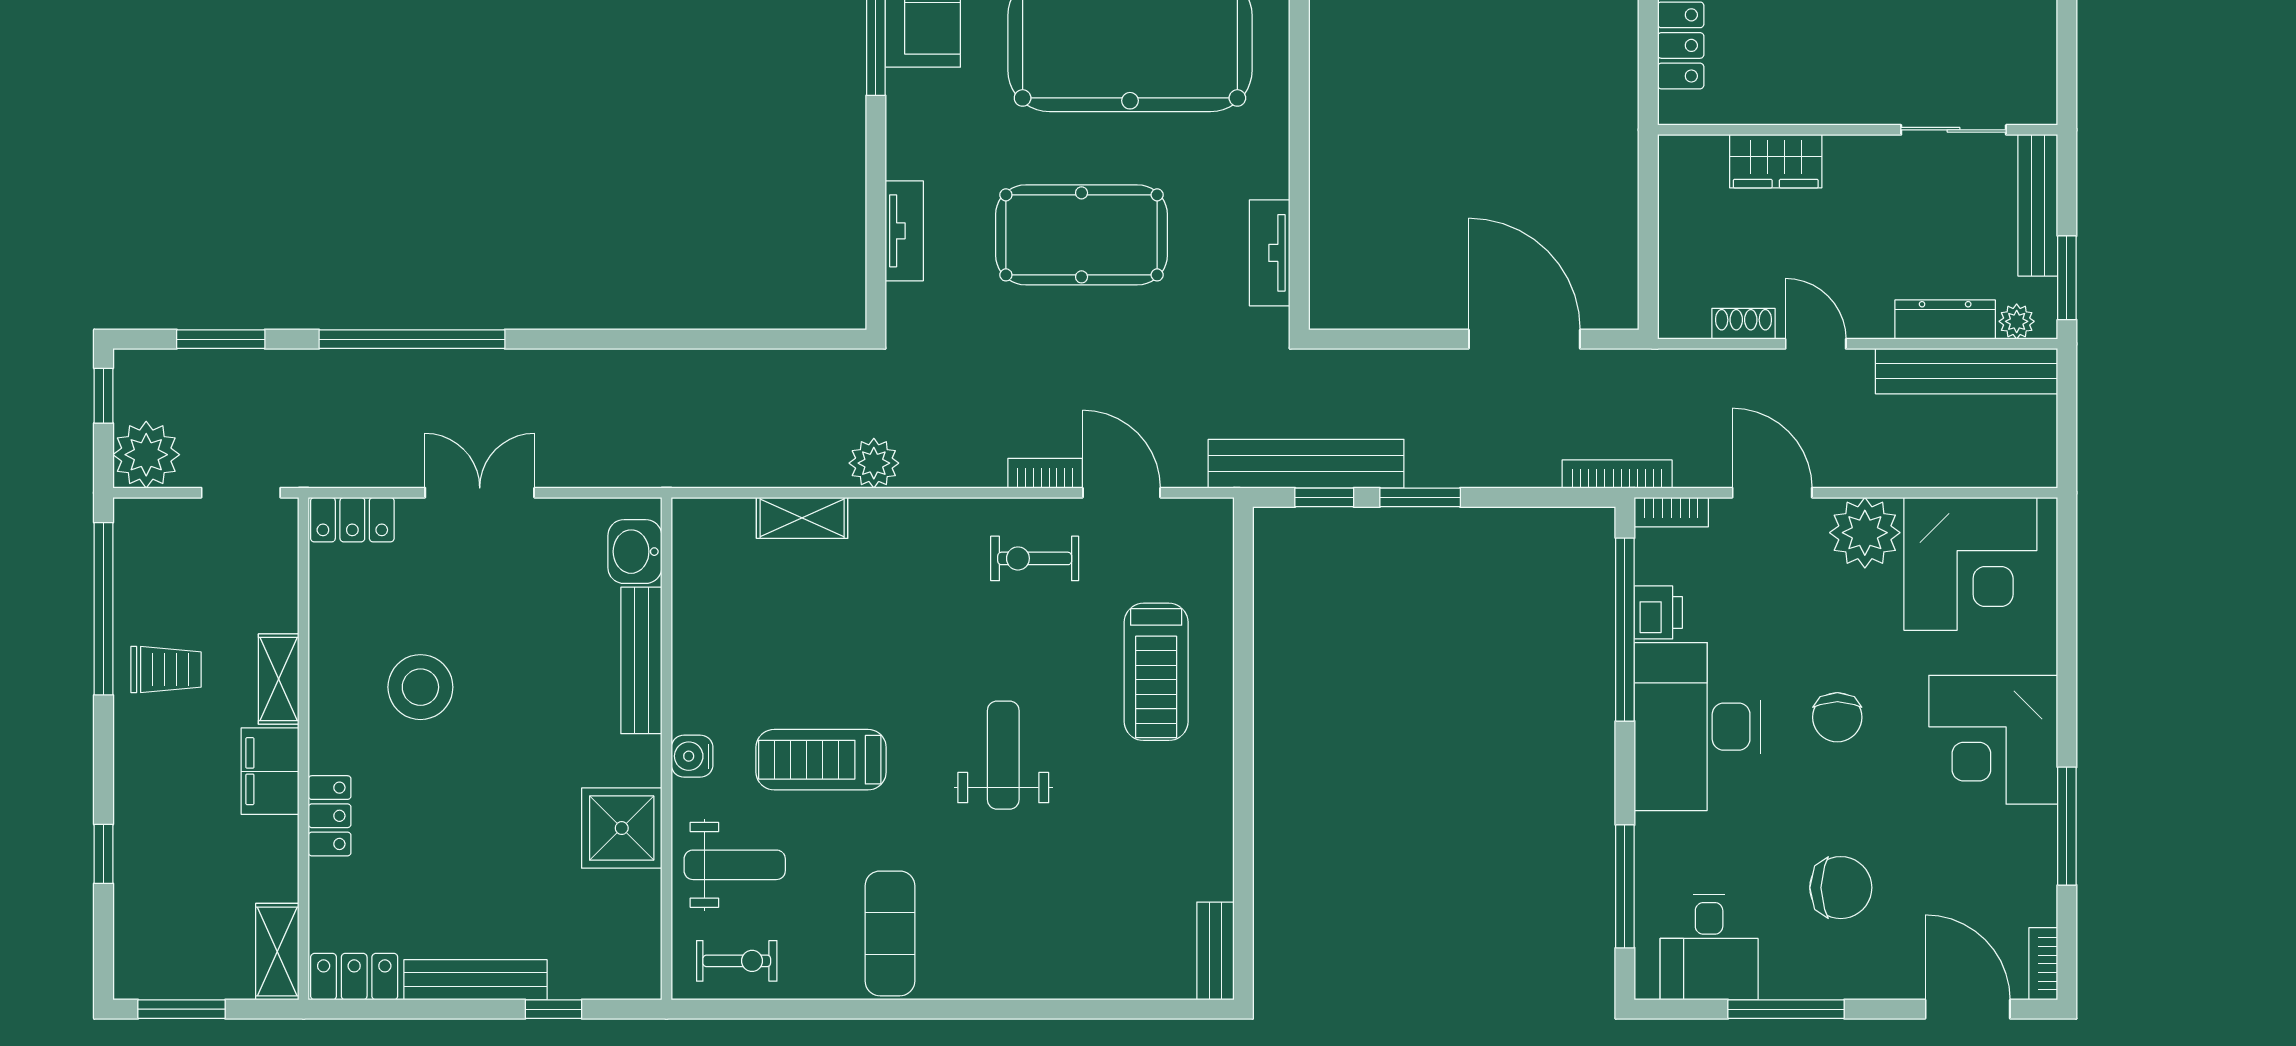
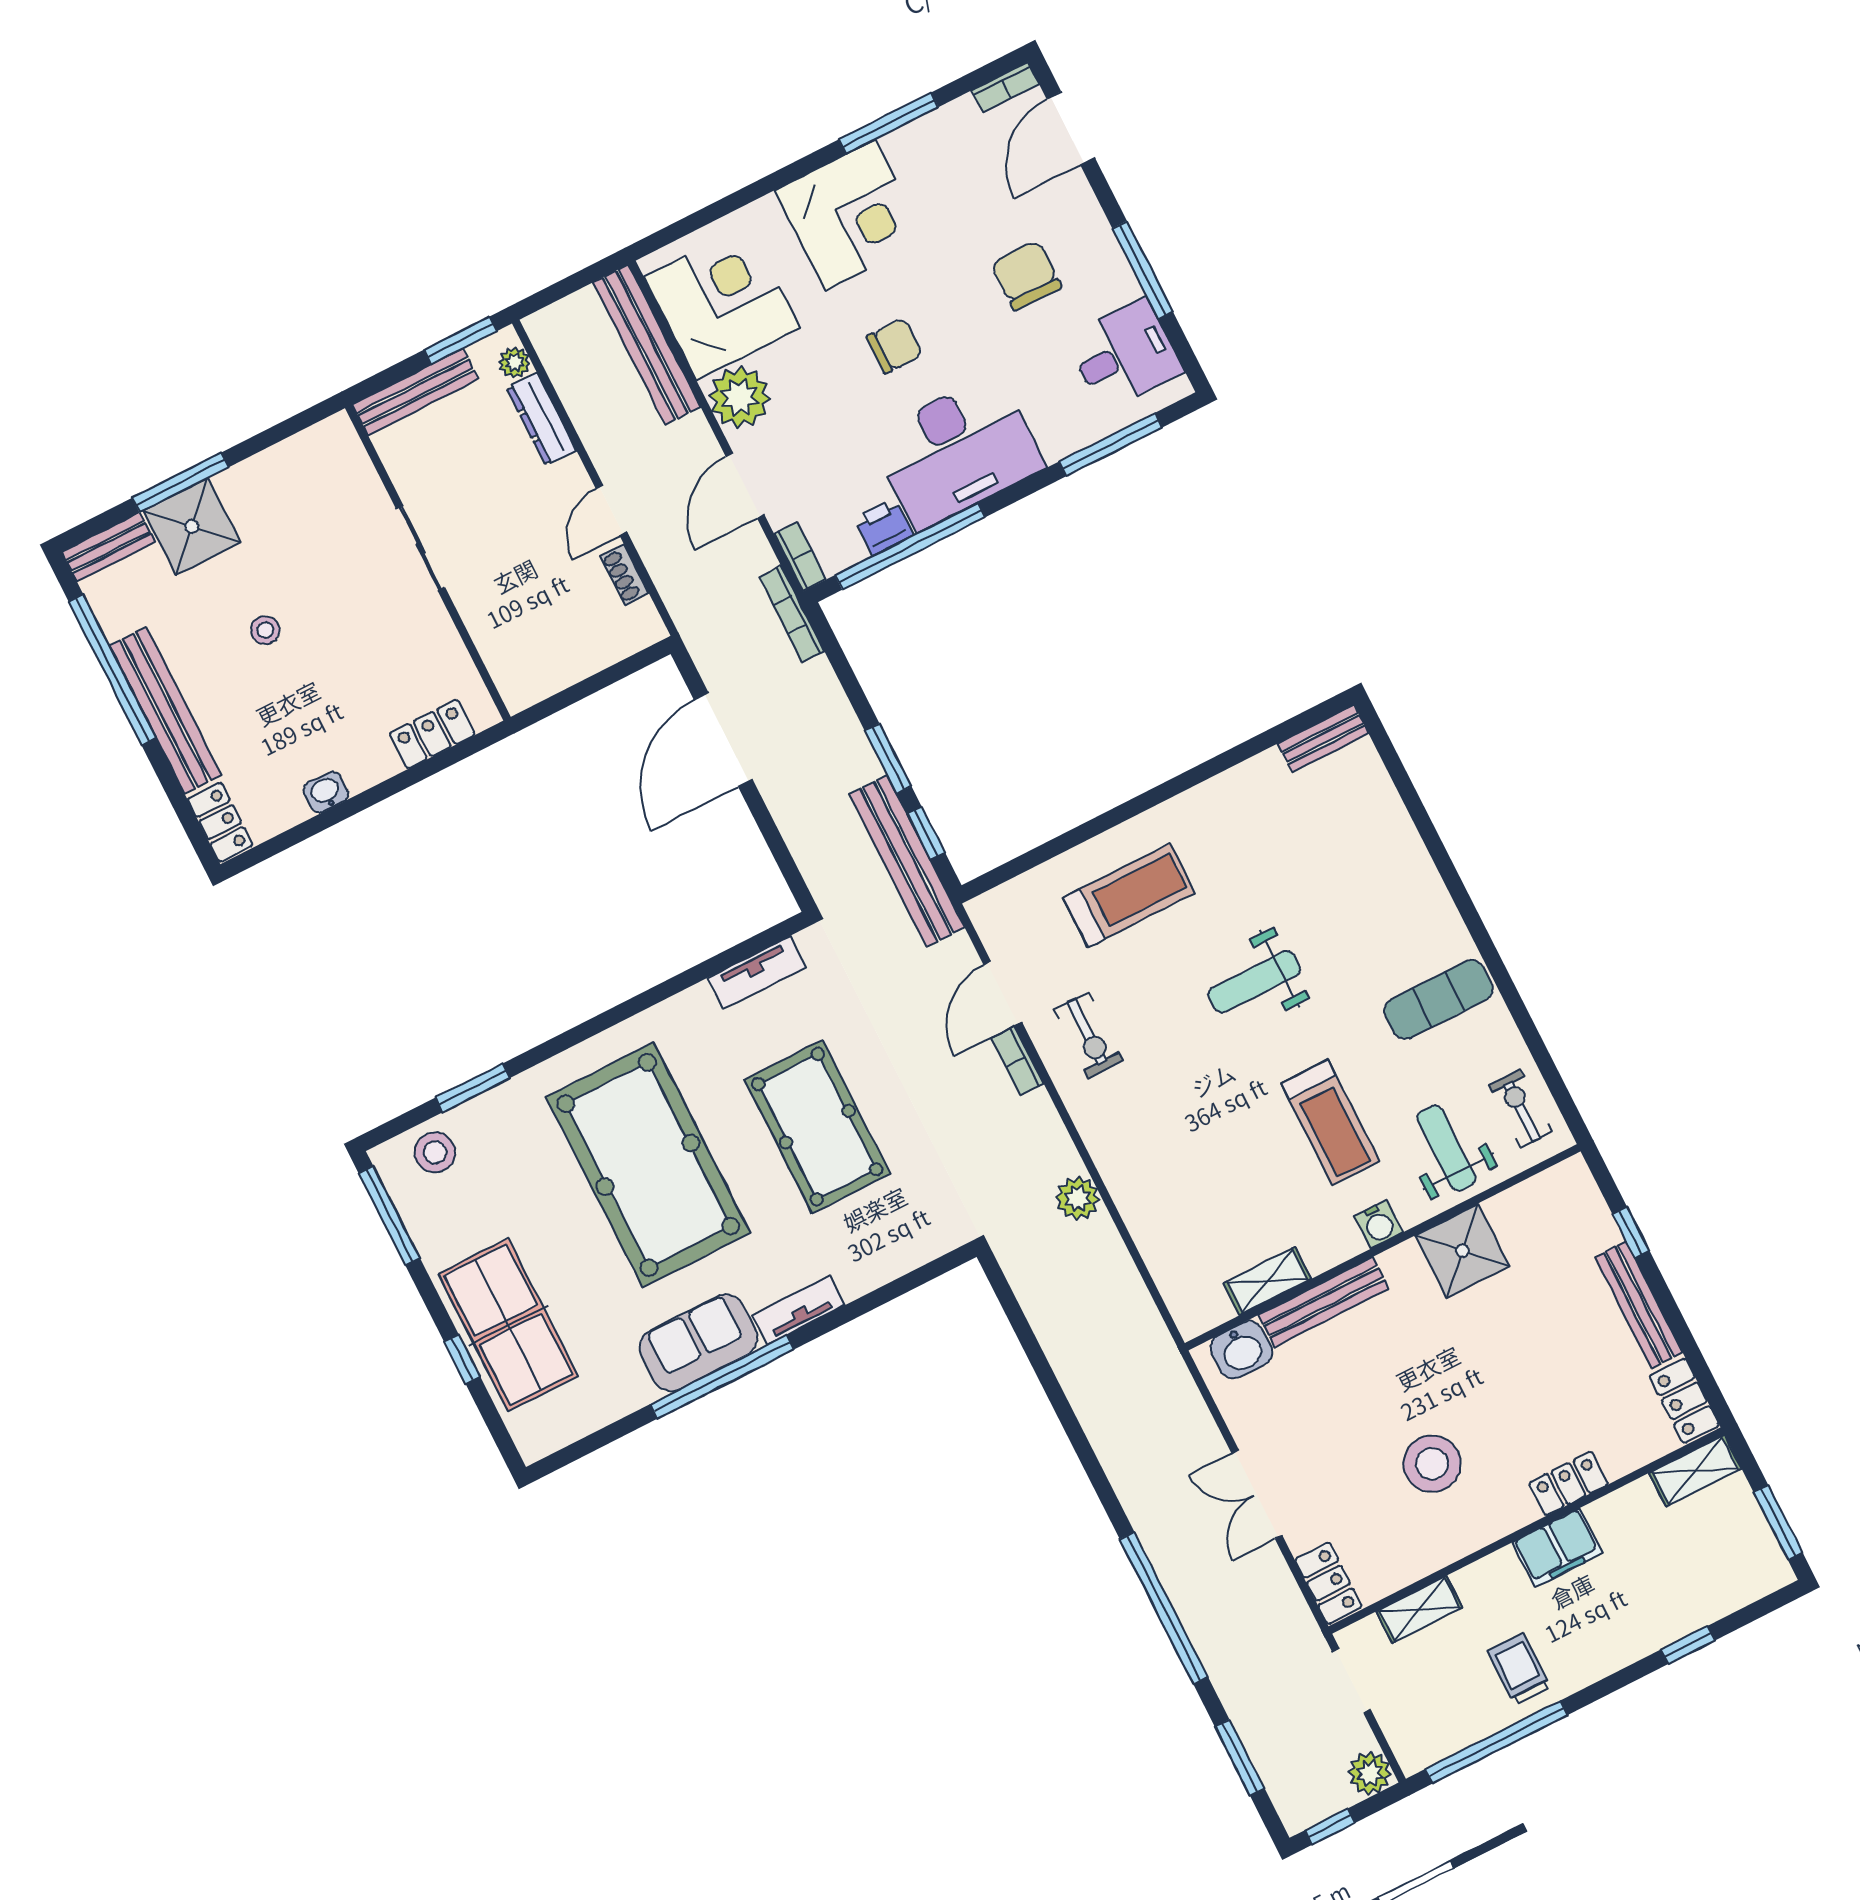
sliding door: (1954, 130) -> (421, 548), moved
wardrobe: (1776, 161) -> (485, 614), removed
tv unit: (904, 231) -> (798, 1310), moved
bench: (1967, 371) -> (647, 345), moved
plant: (146, 455) -> (1370, 1773), width x0.73, depth x0.73
shelving: (802, 518) -> (1267, 1281), moved, turned 90
shelving: (279, 679) -> (1419, 1609), moved

